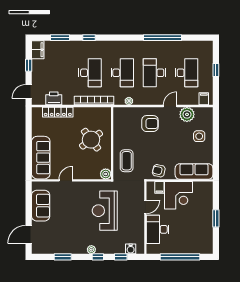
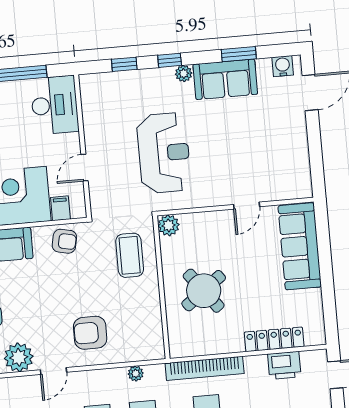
sofa: (41, 206) -> (225, 79), moved, turned -90
desk: (158, 229) -> (55, 105), moved
water cooler: (131, 249) -> (283, 66), moved

